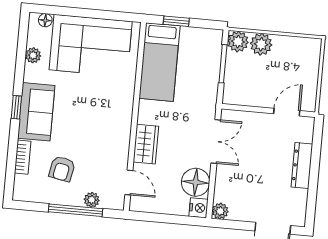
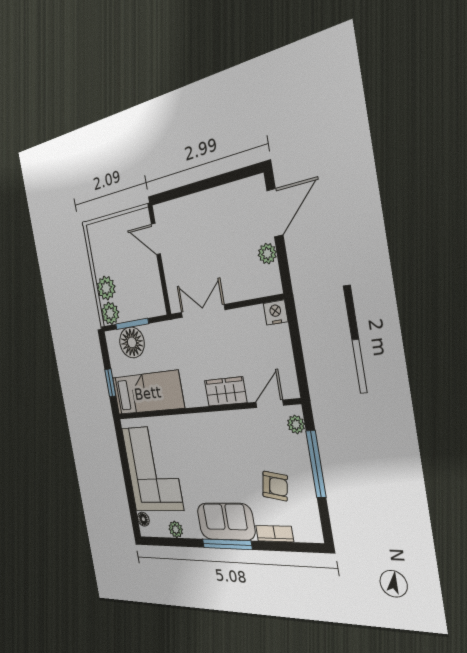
window: (16, 107) -> (227, 544), width x2.17
dresser: (302, 165) -> (201, 202), removed
floor lamp: (196, 182) -> (132, 342), moved
plant: (92, 200) -> (296, 424), moved
plant: (220, 211) -> (267, 254), moved

